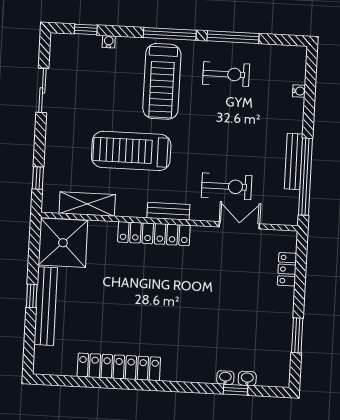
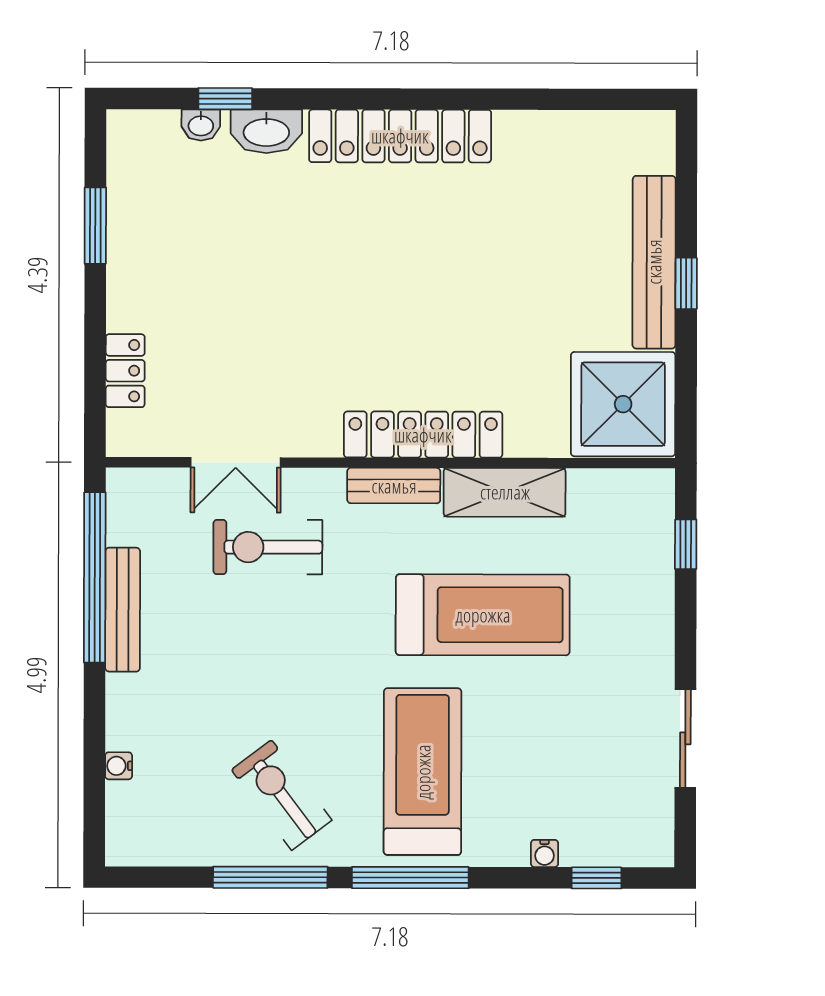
exercise bike: (226, 74) -> (282, 795), turned 53
shelving: (87, 204) -> (505, 492), moved
locker: (119, 367) -> (400, 136), moved
washbasin: (225, 378) -> (266, 131), width x1.91, depth x1.45

